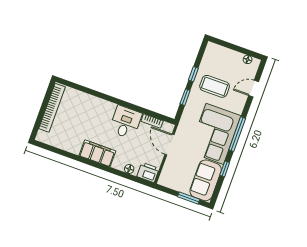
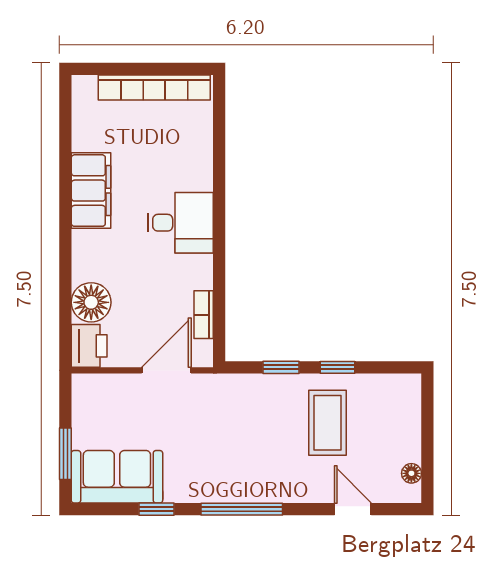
desk: (125, 122) -> (180, 223), moved
corner sofa: (215, 134) -> (225, 460), removed
filing cabinet: (97, 153) -> (91, 191), moved
floor lamp: (129, 169) -> (91, 302), width x1.89, depth x1.89

